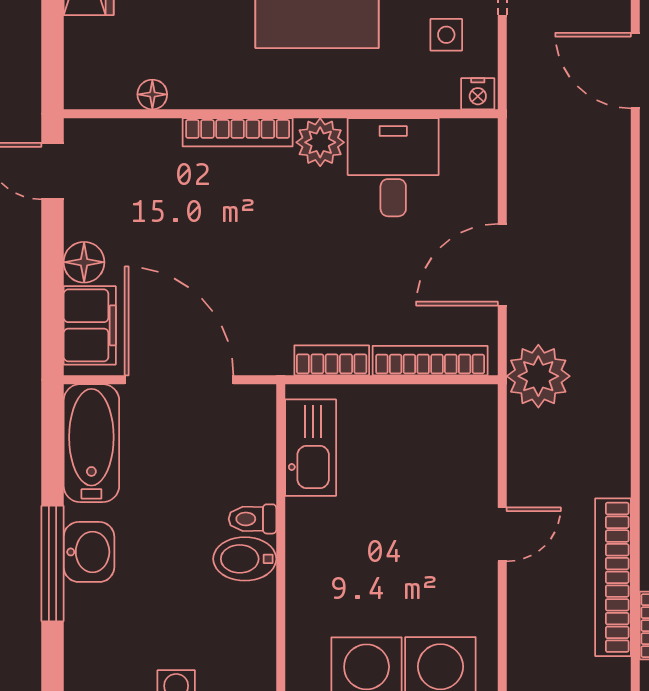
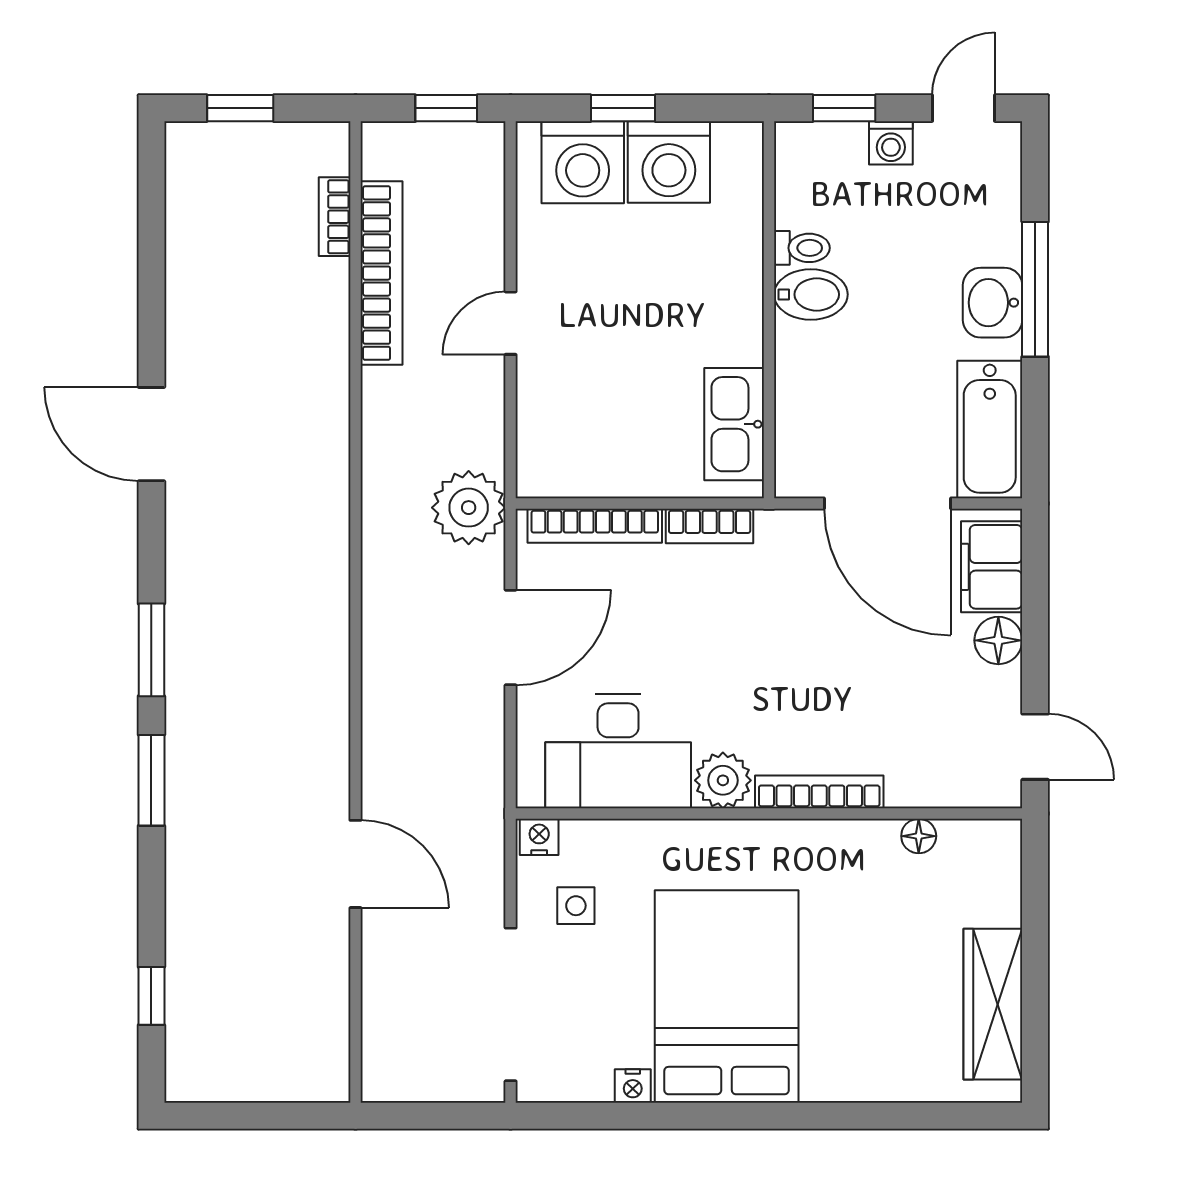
desk: (393, 167) -> (618, 751), width x1.37
toilet: (252, 519) -> (802, 248), moved

